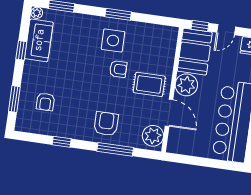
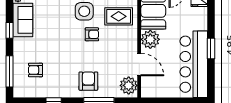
rug: (149, 84) -> (119, 16), moved
window: (14, 99) -> (9, 71), width x1.44
armchair: (45, 102) -> (36, 70), turned 90

